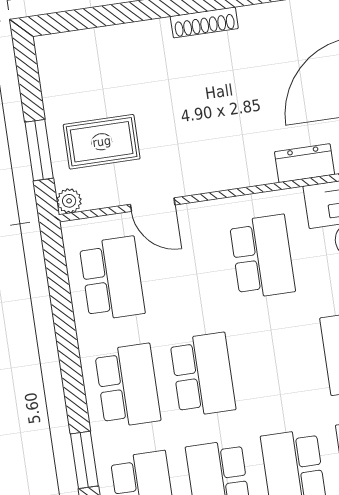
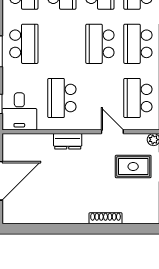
shoe rack: (204, 22) -> (106, 218), moved
dresser: (305, 163) -> (68, 141), moved

